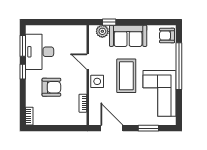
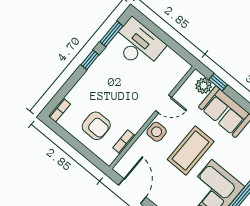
desk: (40, 52) -> (138, 44), moved, turned 90
door: (88, 62) -> (164, 104), swing flipped
armchair: (51, 87) -> (96, 126), moved

